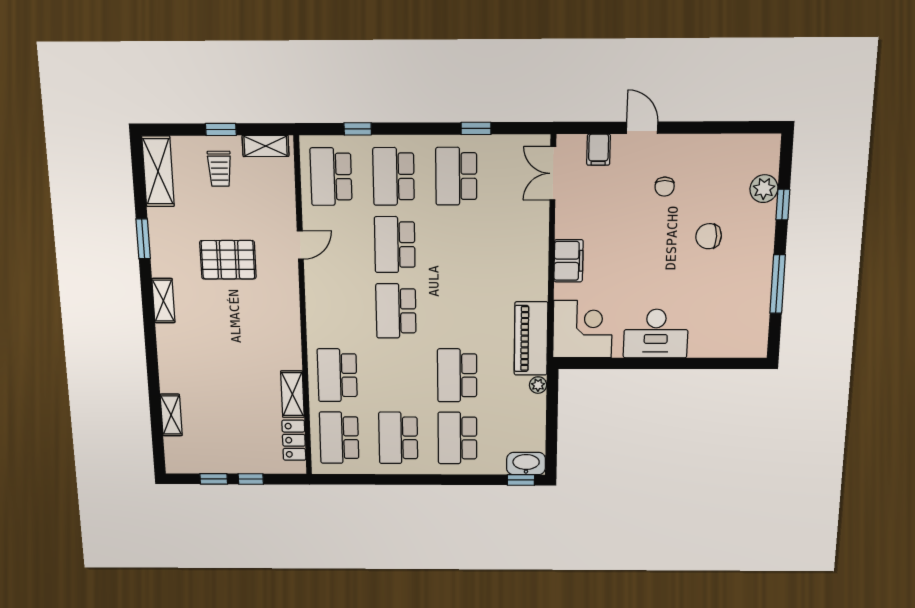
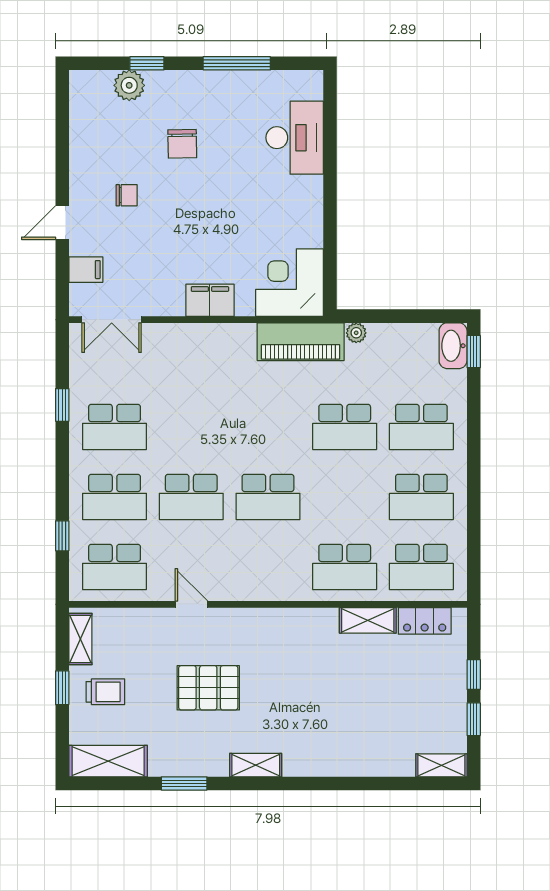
pallet: (228, 260) -> (208, 688), turned 90
desk: (656, 334) -> (295, 138), moved
shelving: (171, 415) -> (441, 765), moved

